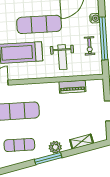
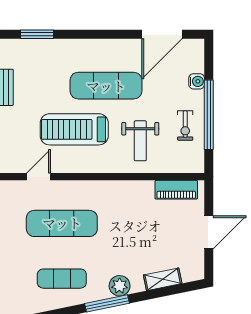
piano: (72, 87) -> (176, 190), moved

